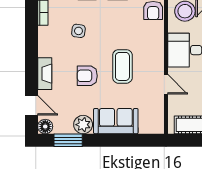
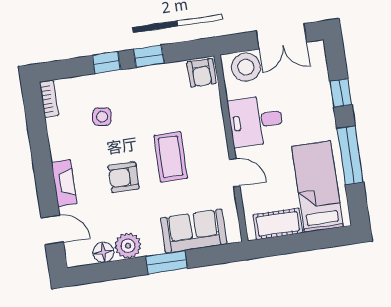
sofa: (116, 121) -> (194, 231), moved
floor lamp: (45, 127) -> (103, 252), moved
window: (68, 140) -> (166, 262), moved

